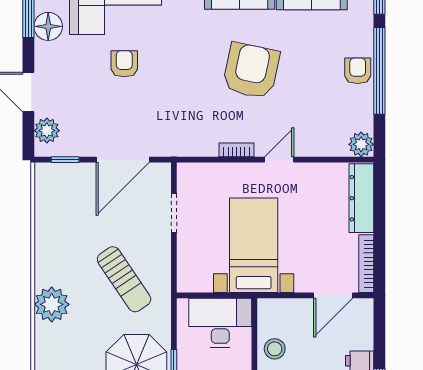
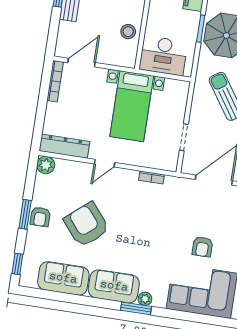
armchair: (251, 71) -> (86, 225), moved, turned 128
window: (379, 71) -> (25, 214), width x0.47
bookcase: (236, 150) -> (152, 177), moved
dresser: (361, 198) -> (64, 146), moved, turned -90

